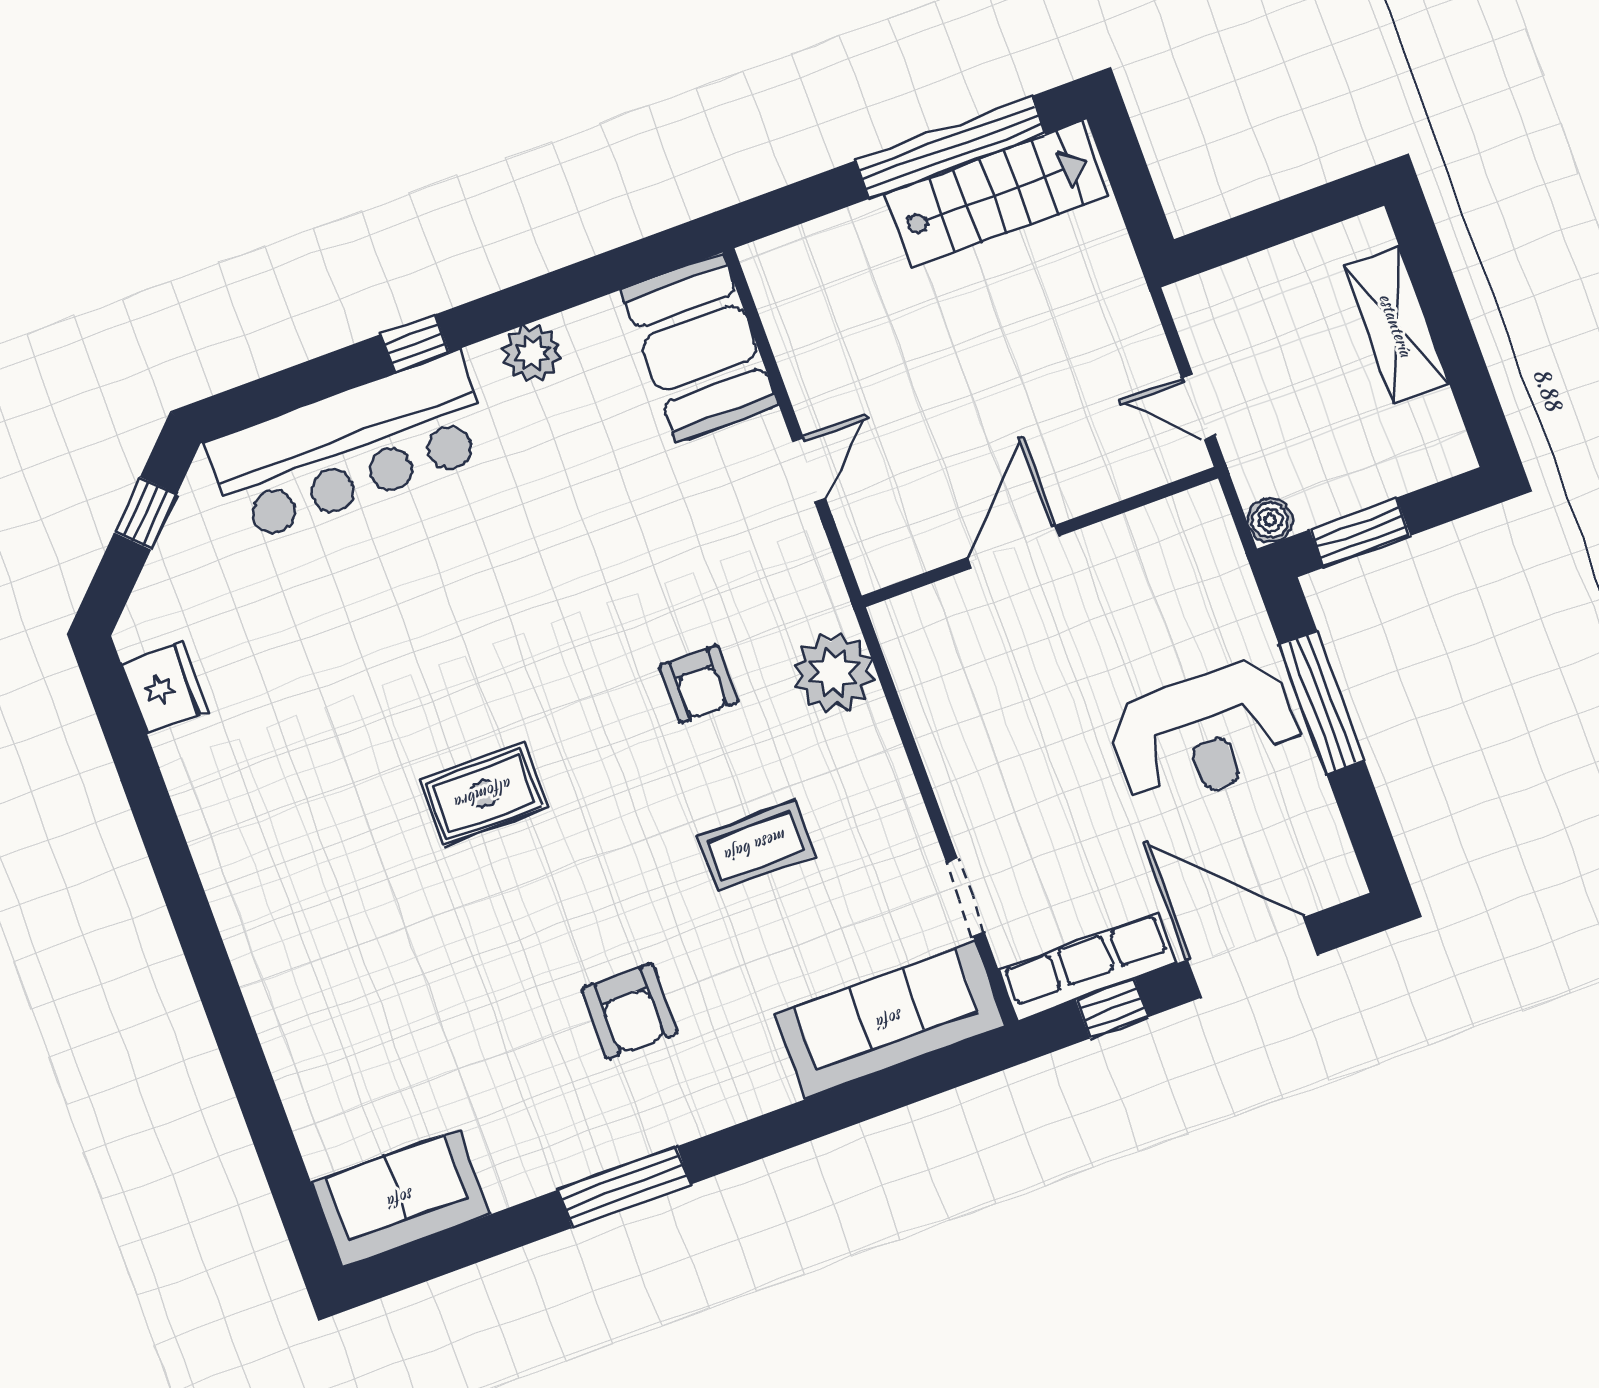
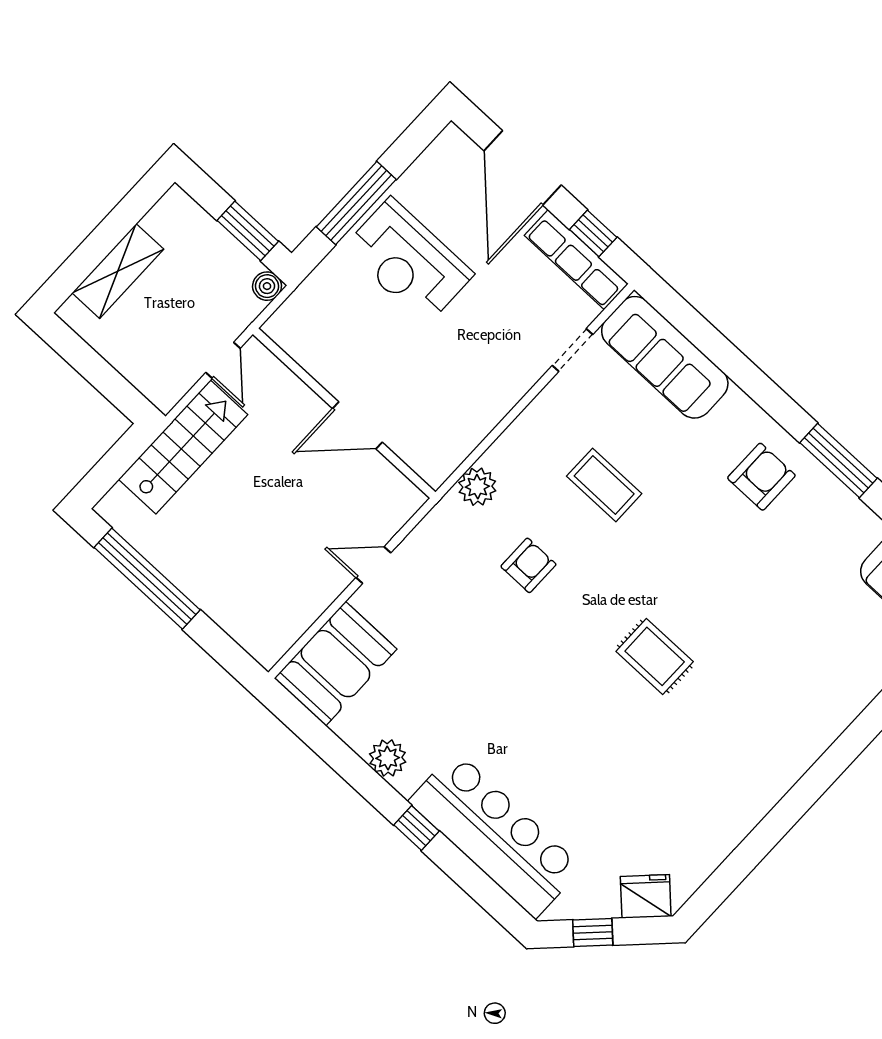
stairs: (997, 195) -> (183, 447), moved, turned 90
plant: (834, 673) -> (477, 487), width x0.73, depth x0.73
fridge: (165, 688) -> (646, 896), moved, turned 45
reception desk: (1204, 733) -> (408, 261), turned 180
armchair: (630, 1011) -> (761, 477), moved

